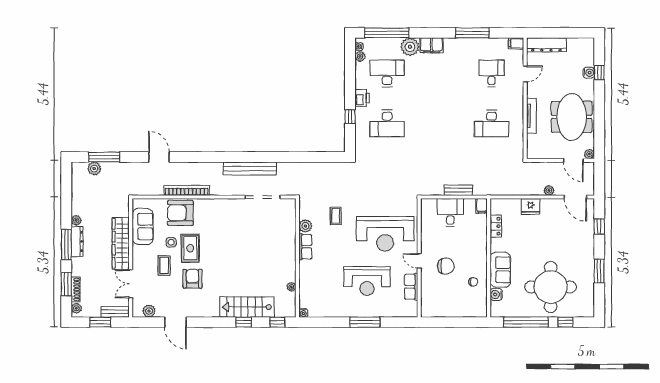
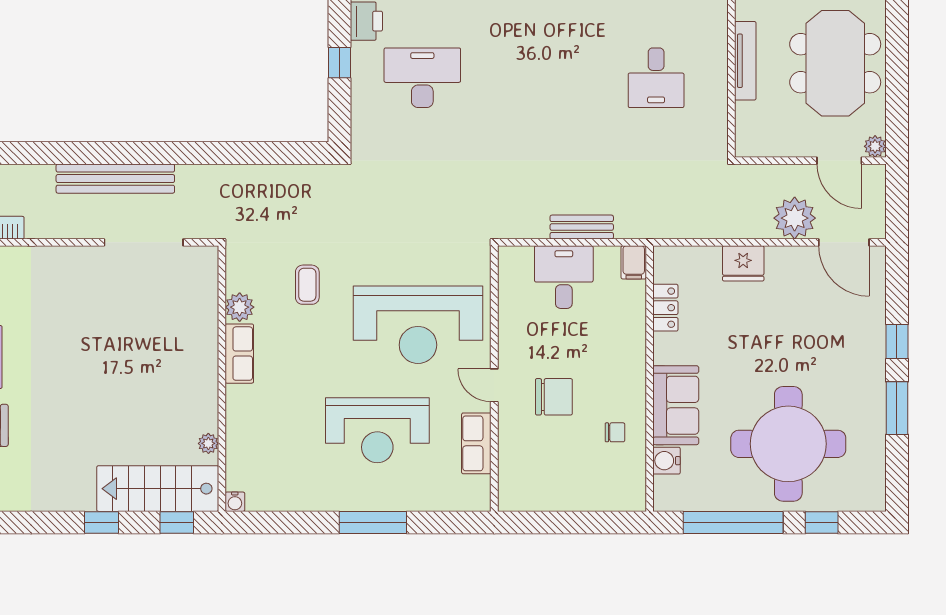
desk: (387, 123) -> (422, 78), turned 180
desk: (492, 123) -> (656, 78), width x0.73
plant: (549, 190) -> (795, 218), width x1.88, depth x1.88
window: (599, 227) -> (897, 341), moved
stairs: (247, 307) -> (158, 489), moved

